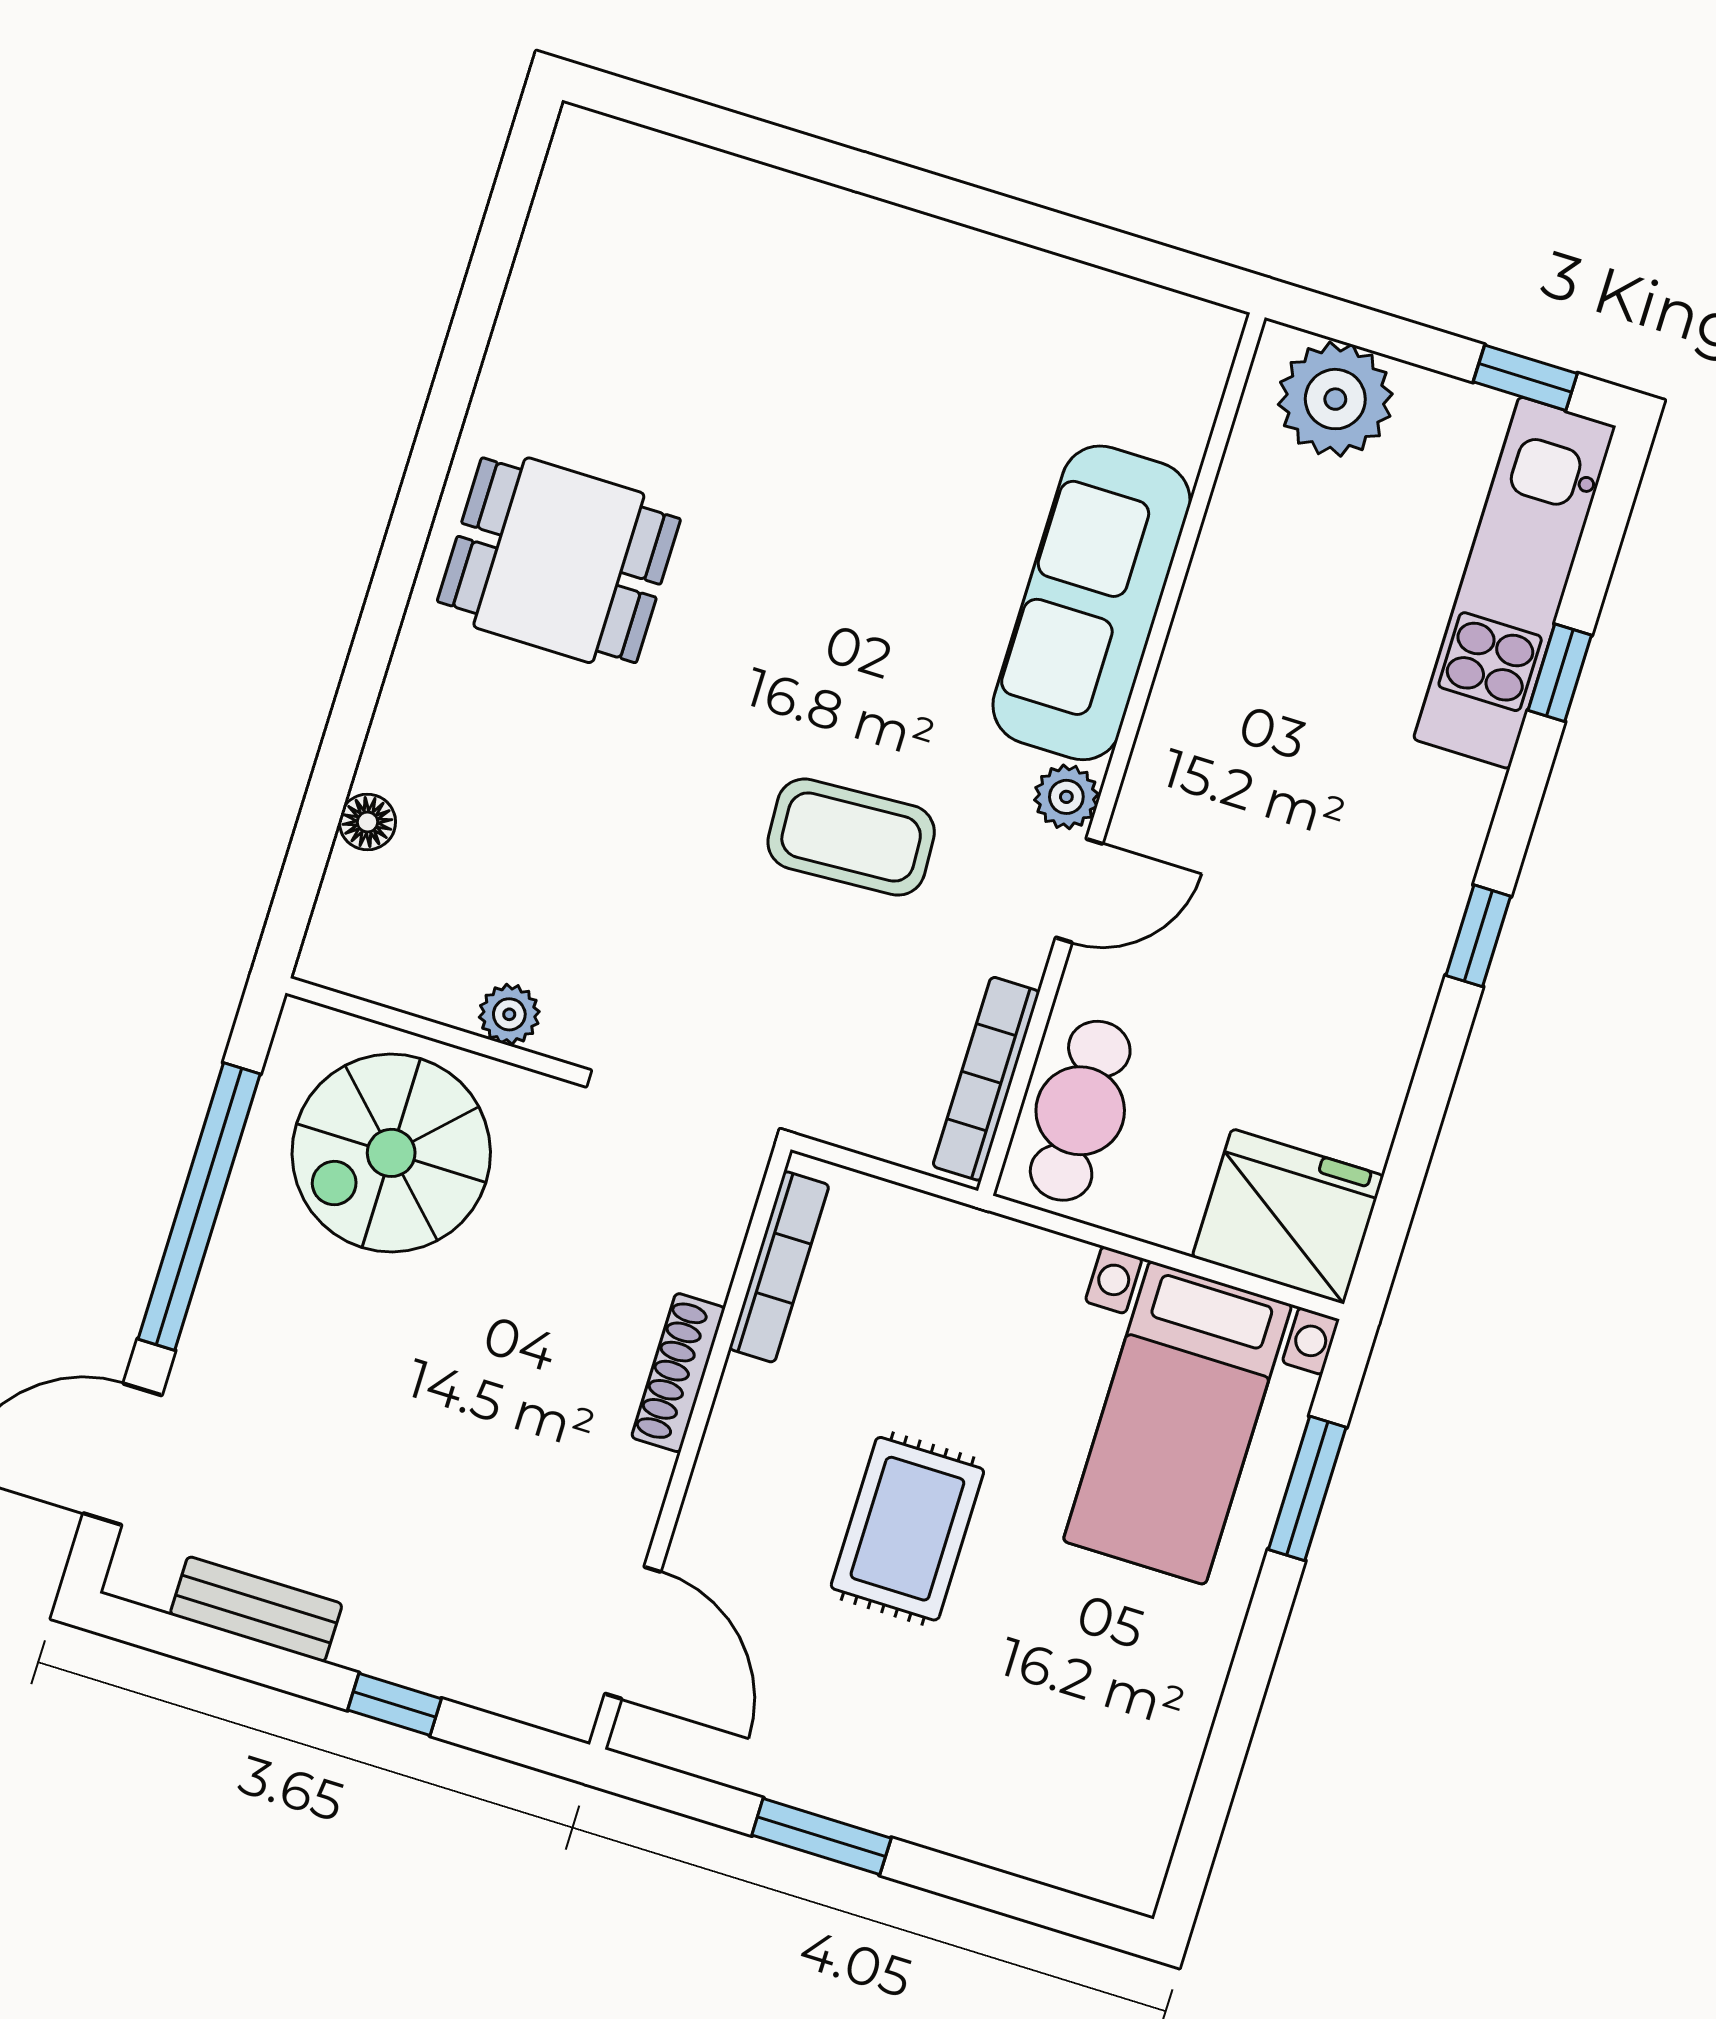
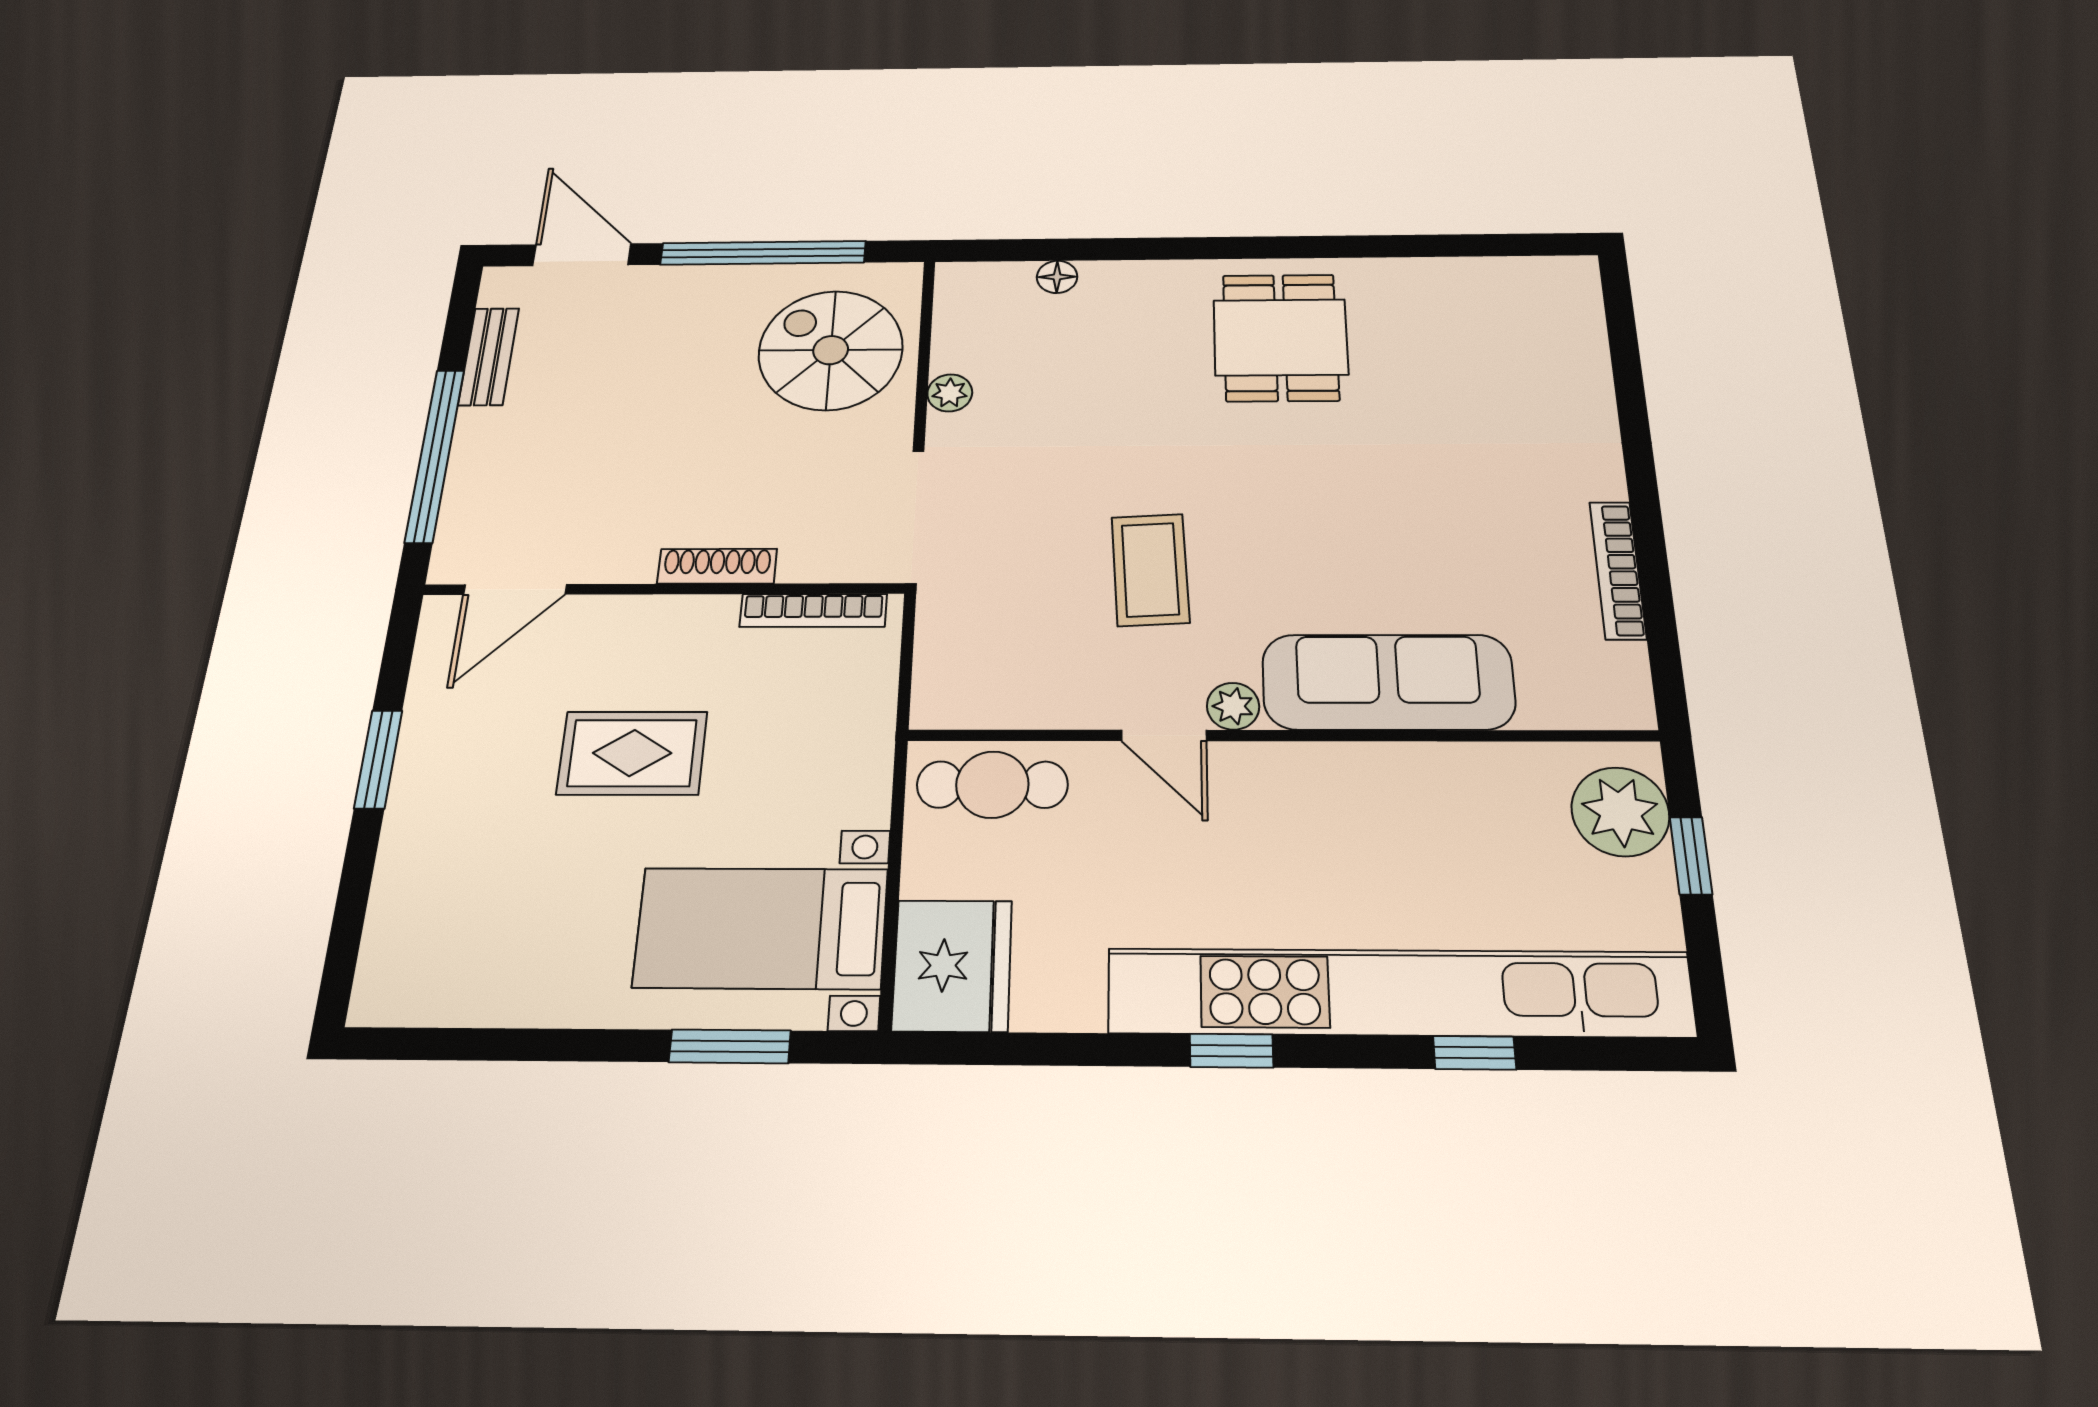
window: (1525, 378) -> (1691, 856), moved
kitchen unit: (1515, 583) -> (1398, 993), width x1.86
bookcase: (986, 1079) -> (1618, 570), moved, turned -90
window: (395, 1704) -> (435, 455), width x3.17

